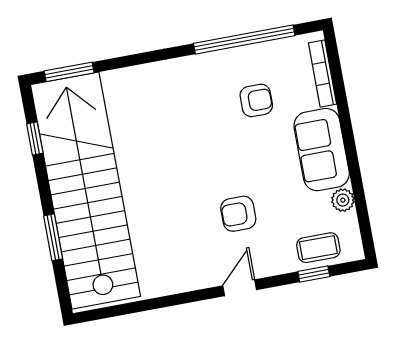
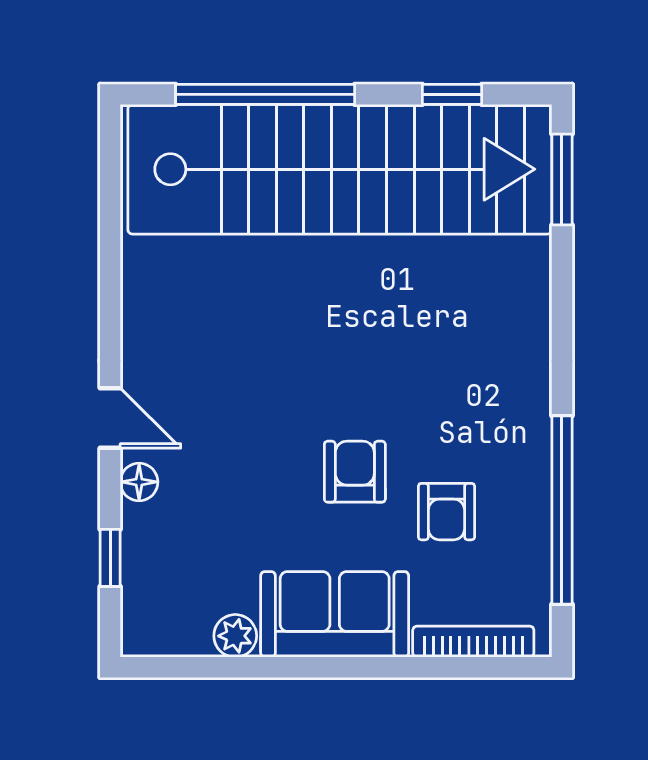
armchair: (238, 214) -> (355, 472), moved
window: (53, 237) -> (265, 94), width x2.11
coffee table: (318, 248) -> (157, 575), removed
floor lamp: (271, 266) -> (139, 482), added

